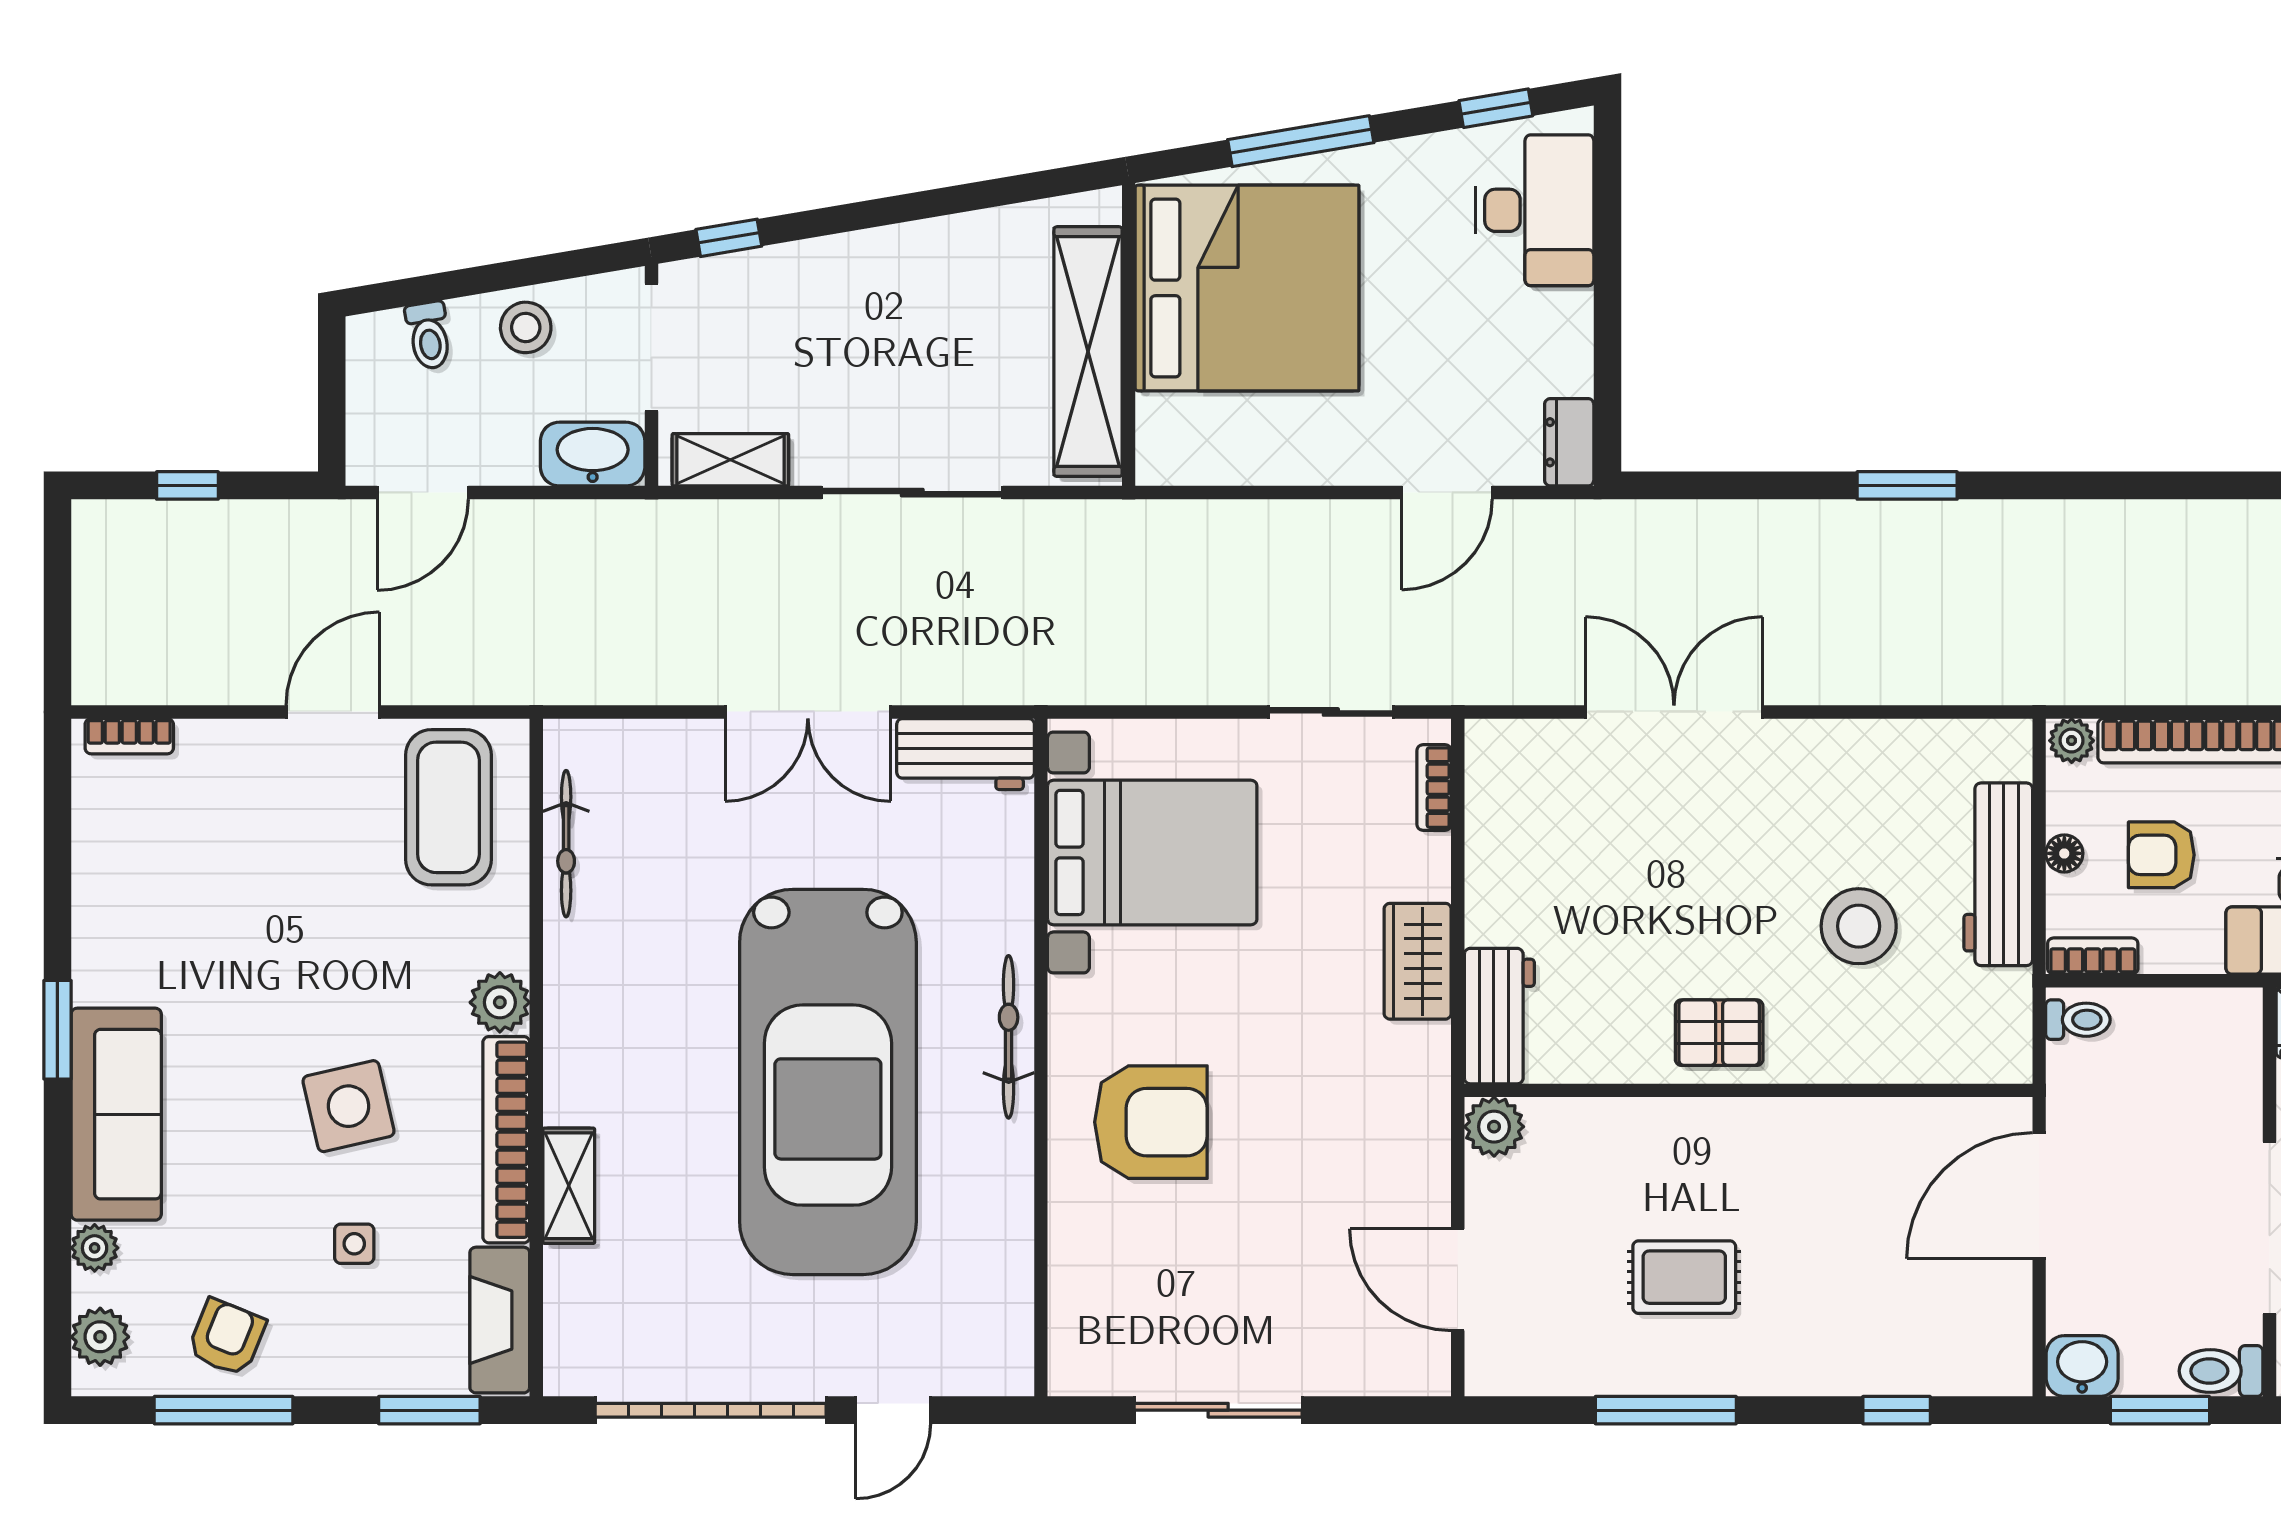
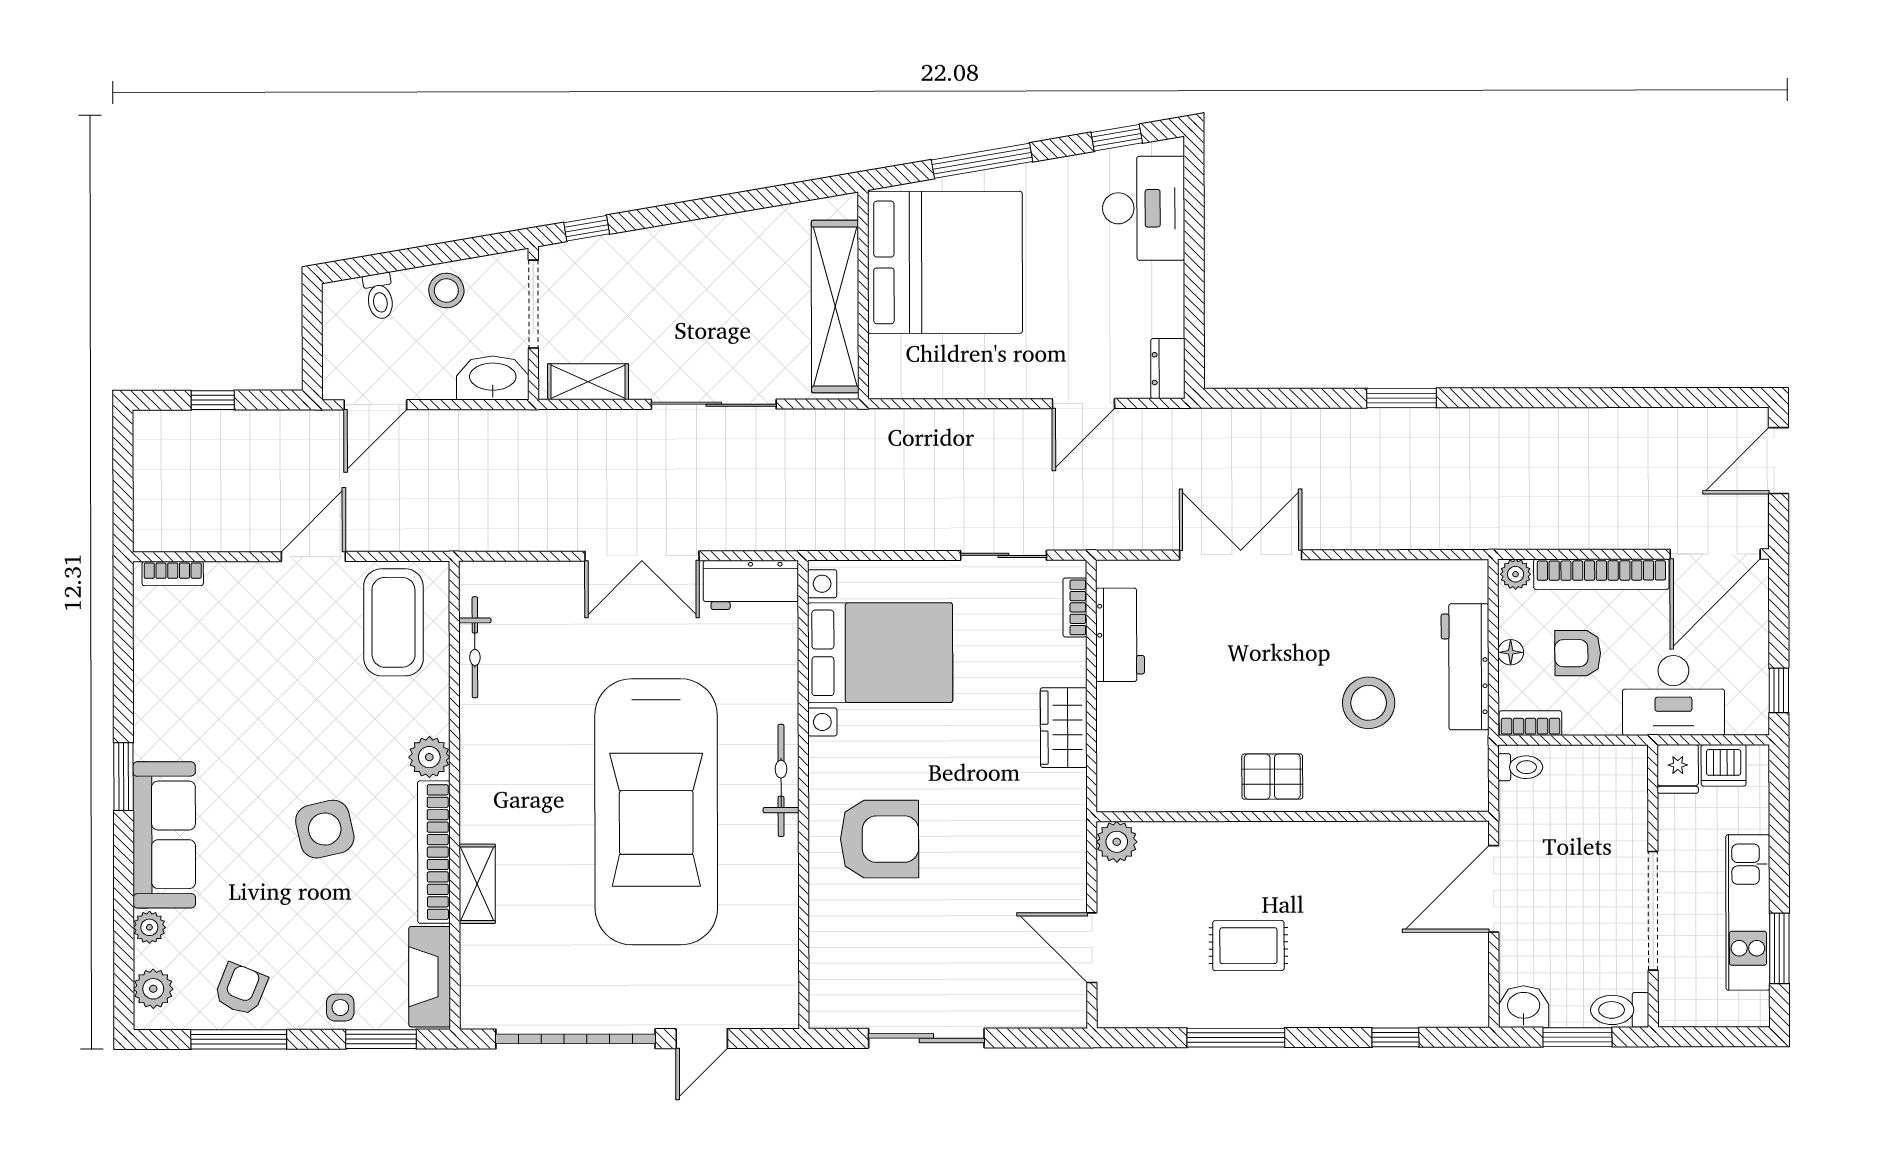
workbench: (1499, 1016) -> (1120, 635), moved
side table: (354, 1244) -> (340, 1008), moved

